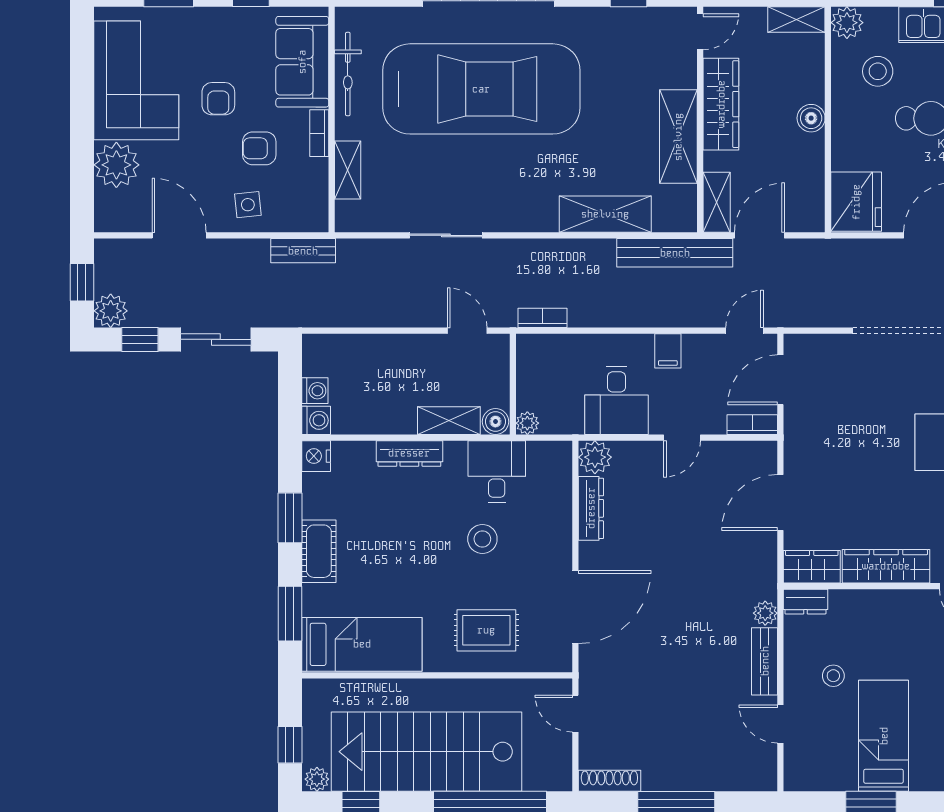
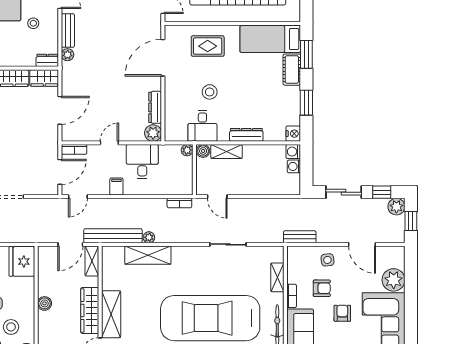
shelving: (678, 137) -> (111, 314), moved
plant: (603, 250) -> (149, 237), added
cot: (319, 551) -> (292, 70), moved

